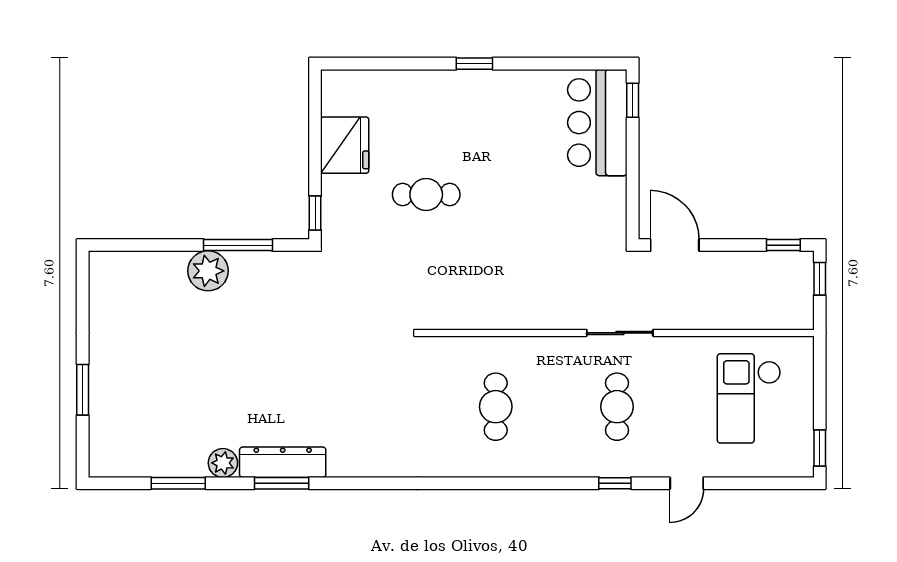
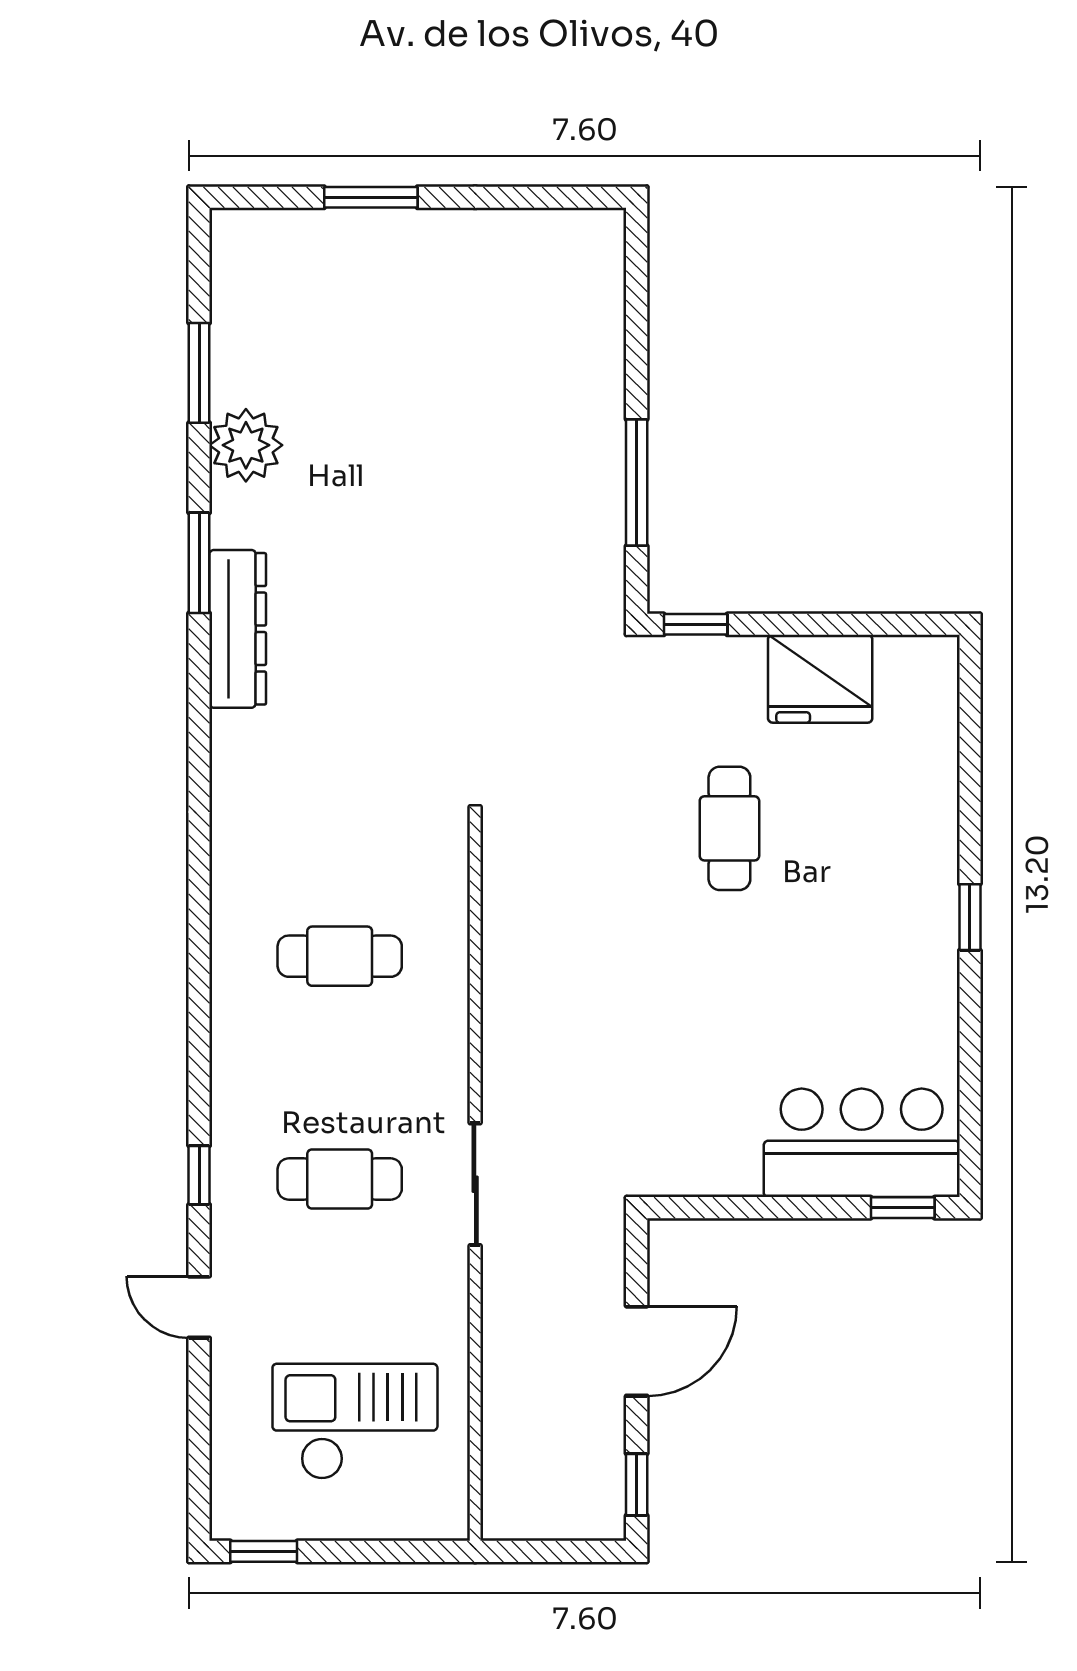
door: (675, 245) -> (637, 1351), moved
plant: (208, 271) -> (589, 428), removed
window: (820, 279) -> (575, 1551), removed
dresser: (283, 462) -> (238, 629), moved
plant: (223, 463) -> (246, 445), width x1.36, depth x1.36

